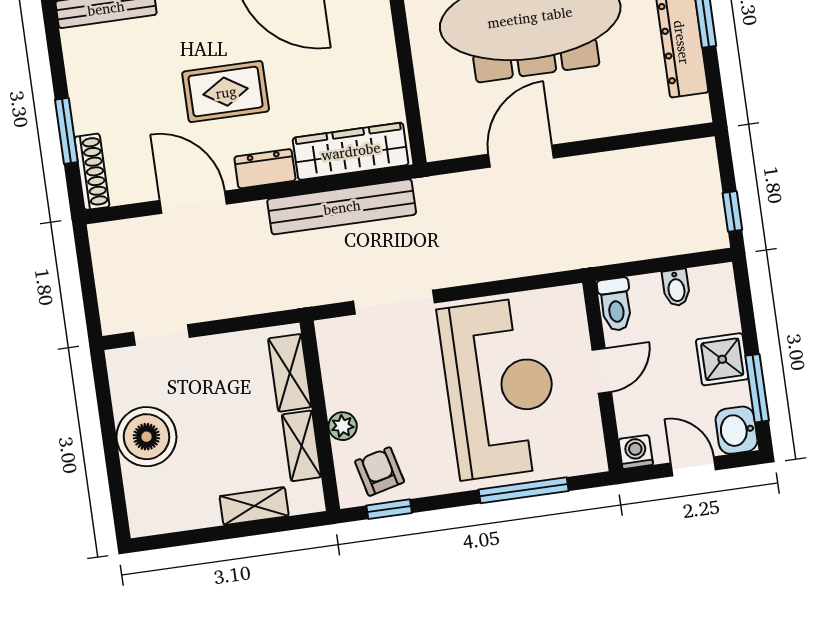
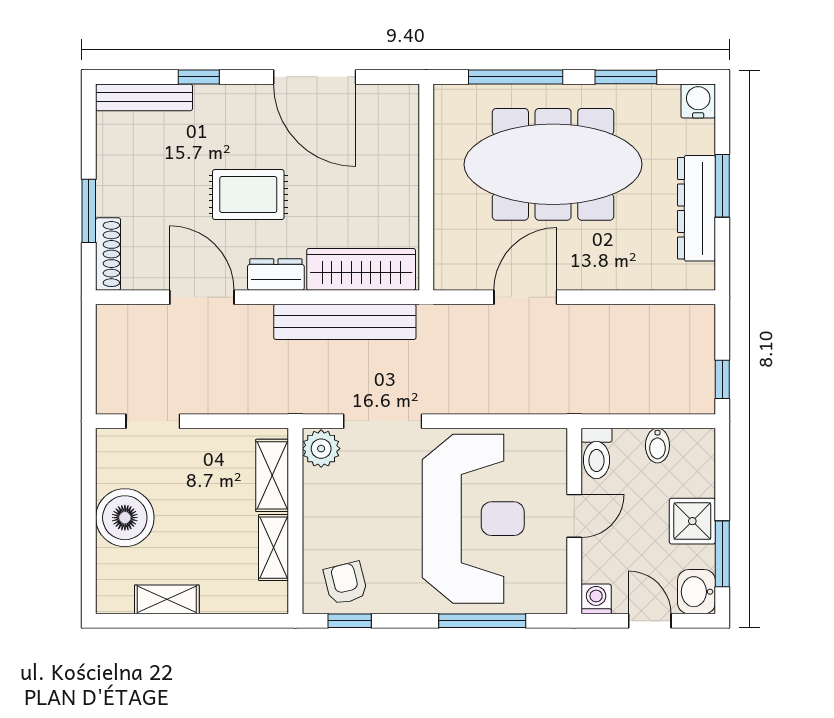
plant: (343, 426) -> (321, 449), moved, width x1.38, depth x1.38
shelving: (254, 506) -> (167, 599), moved

